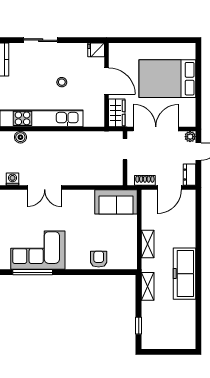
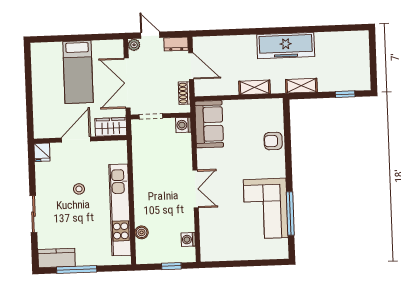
bed: (167, 79) -> (78, 72), width x0.67
washing machine: (116, 179) -> (183, 125), added
double door: (45, 187) -> (196, 189), moved

